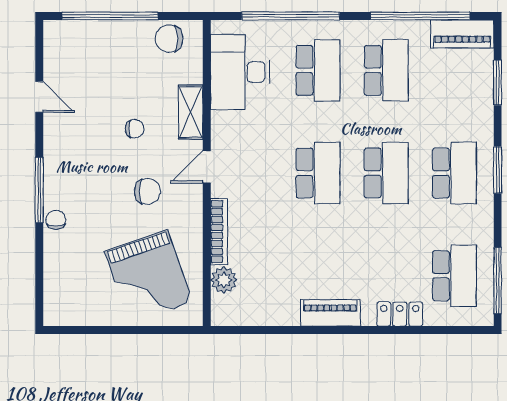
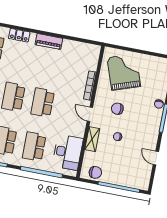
door: (207, 167) -> (90, 114), swing flipped
plant: (224, 280) -> (92, 64), removed

